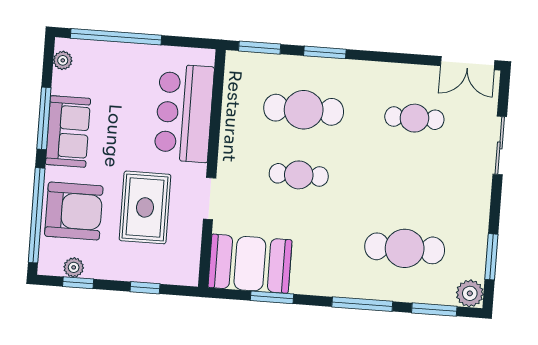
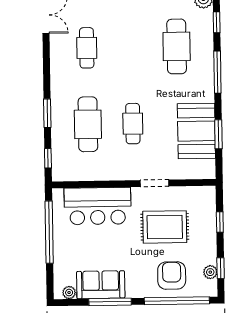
window: (116, 37) -> (49, 232), moved
window: (260, 48) -> (48, 158), width x0.67
sofa: (68, 131) -> (101, 285), moved
armchair: (74, 211) -> (172, 276), width x0.73, depth x0.73
booth: (250, 264) -> (196, 131), moved
window: (434, 310) -> (217, 22), width x0.67

